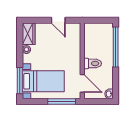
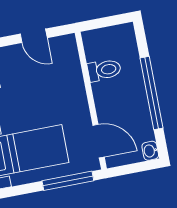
window: (116, 47) -> (151, 93), moved
toilet: (93, 63) -> (104, 70), moved

